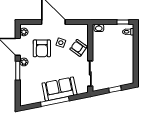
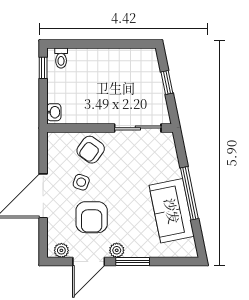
armchair: (42, 48) -> (92, 217), turned 90
sofa: (59, 89) -> (172, 211), moved

